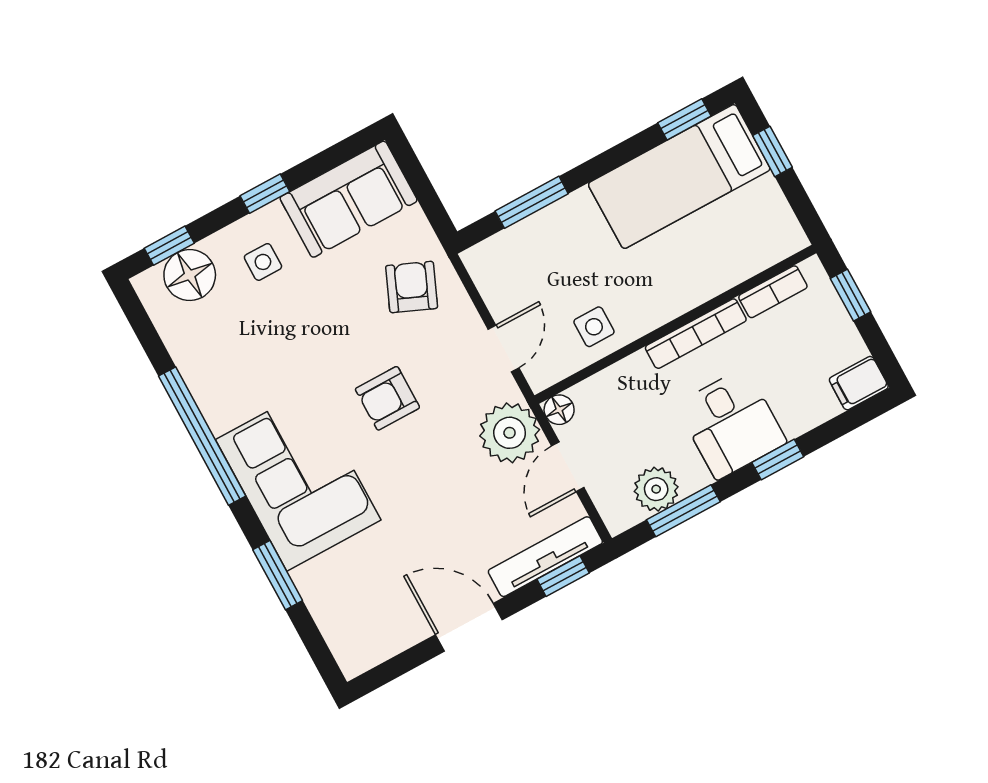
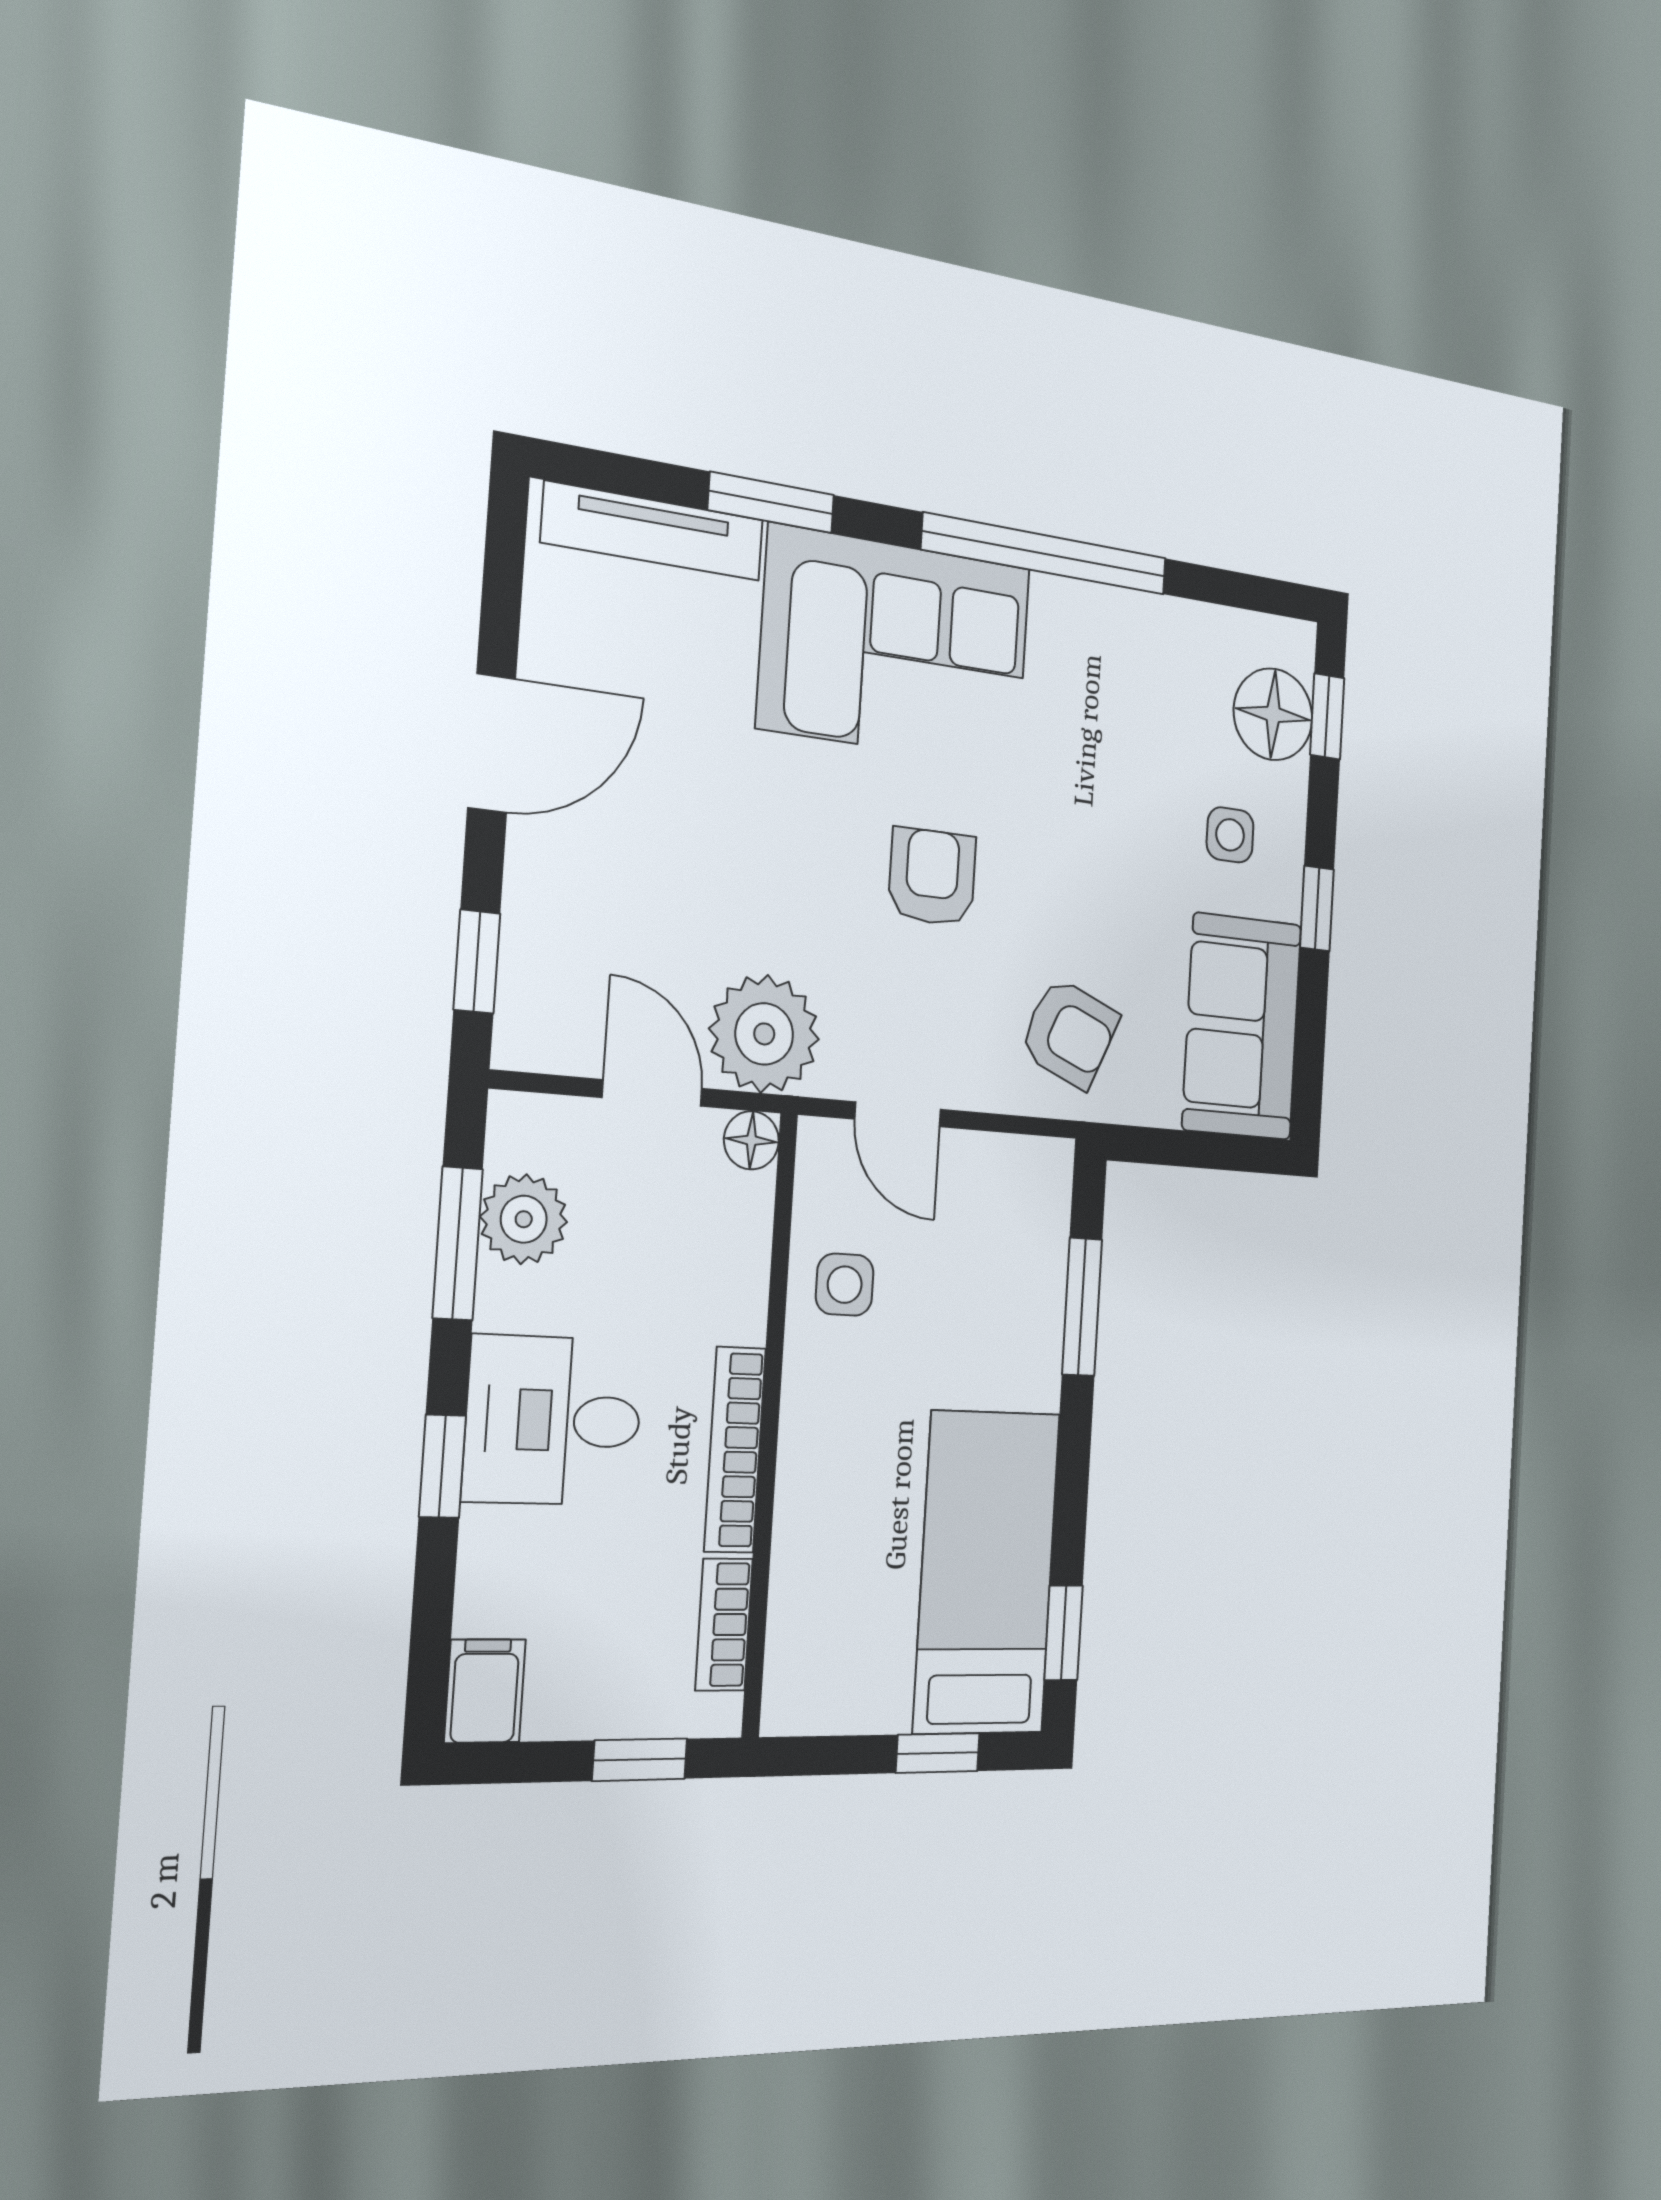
tv unit: (545, 557) -> (653, 531), moved, turned 90

